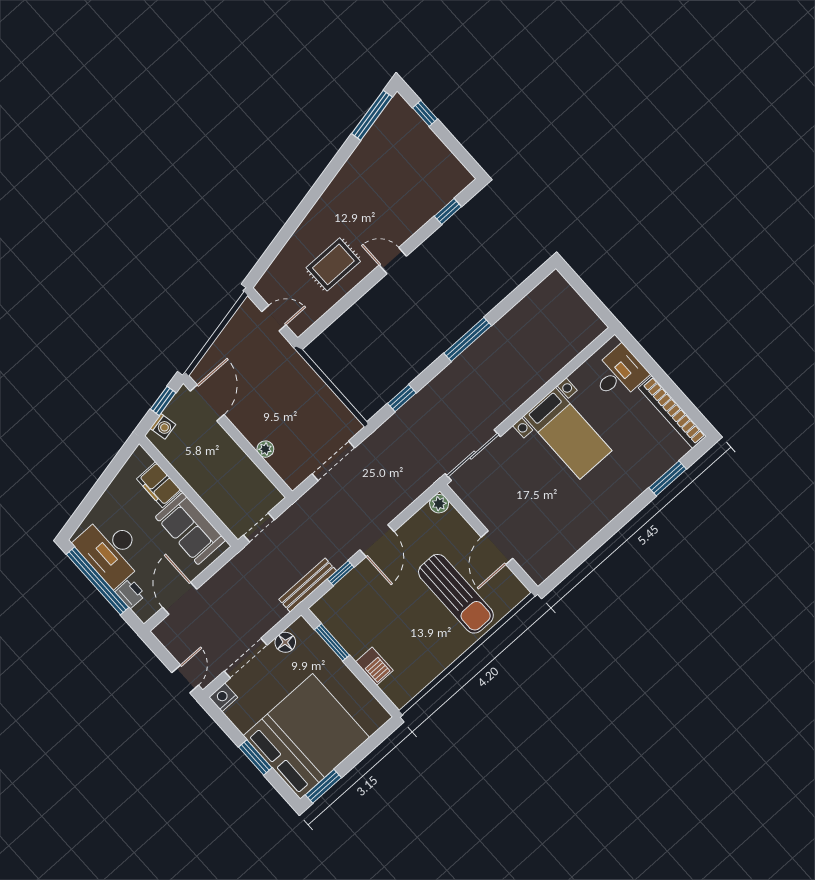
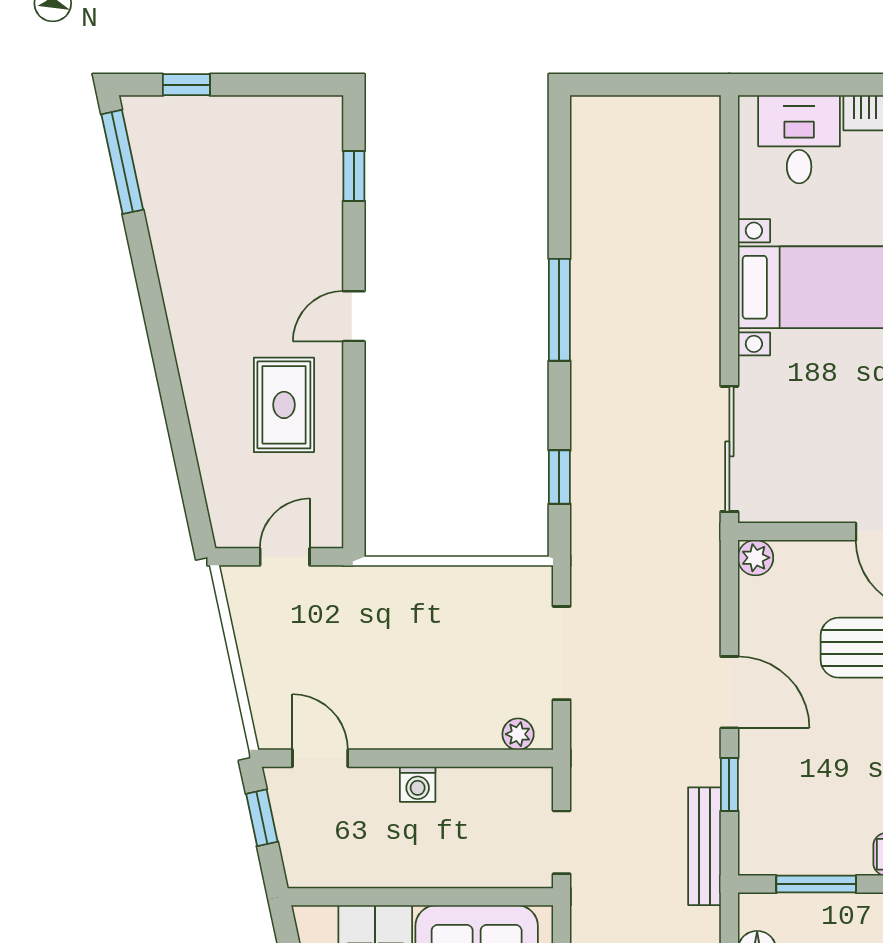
door: (207, 403) -> (320, 758), width x0.73
washing machine: (163, 426) -> (418, 784), moved, turned 102
plant: (265, 449) -> (518, 734), moved

